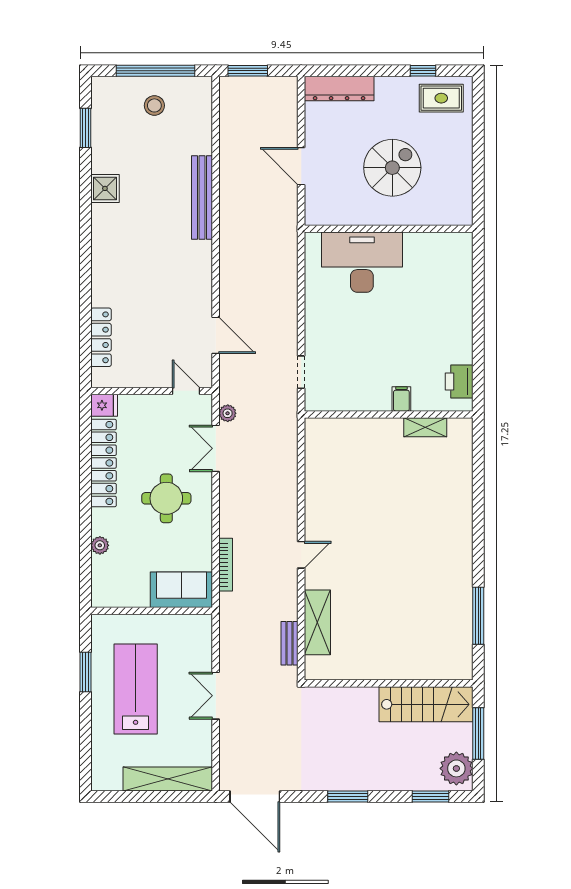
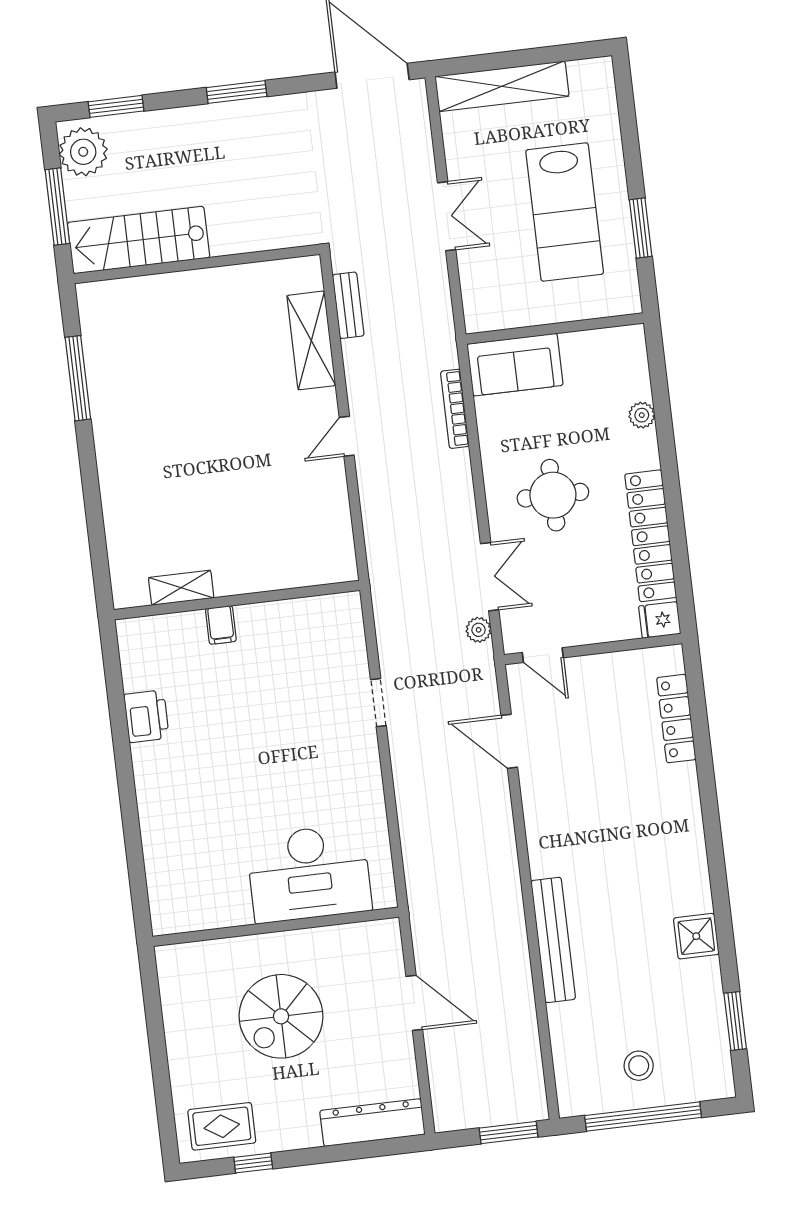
filing cabinet: (401, 399) -> (221, 625), moved
wall: (389, 414) -> (237, 600), moved
shelving: (425, 427) -> (181, 588), moved

